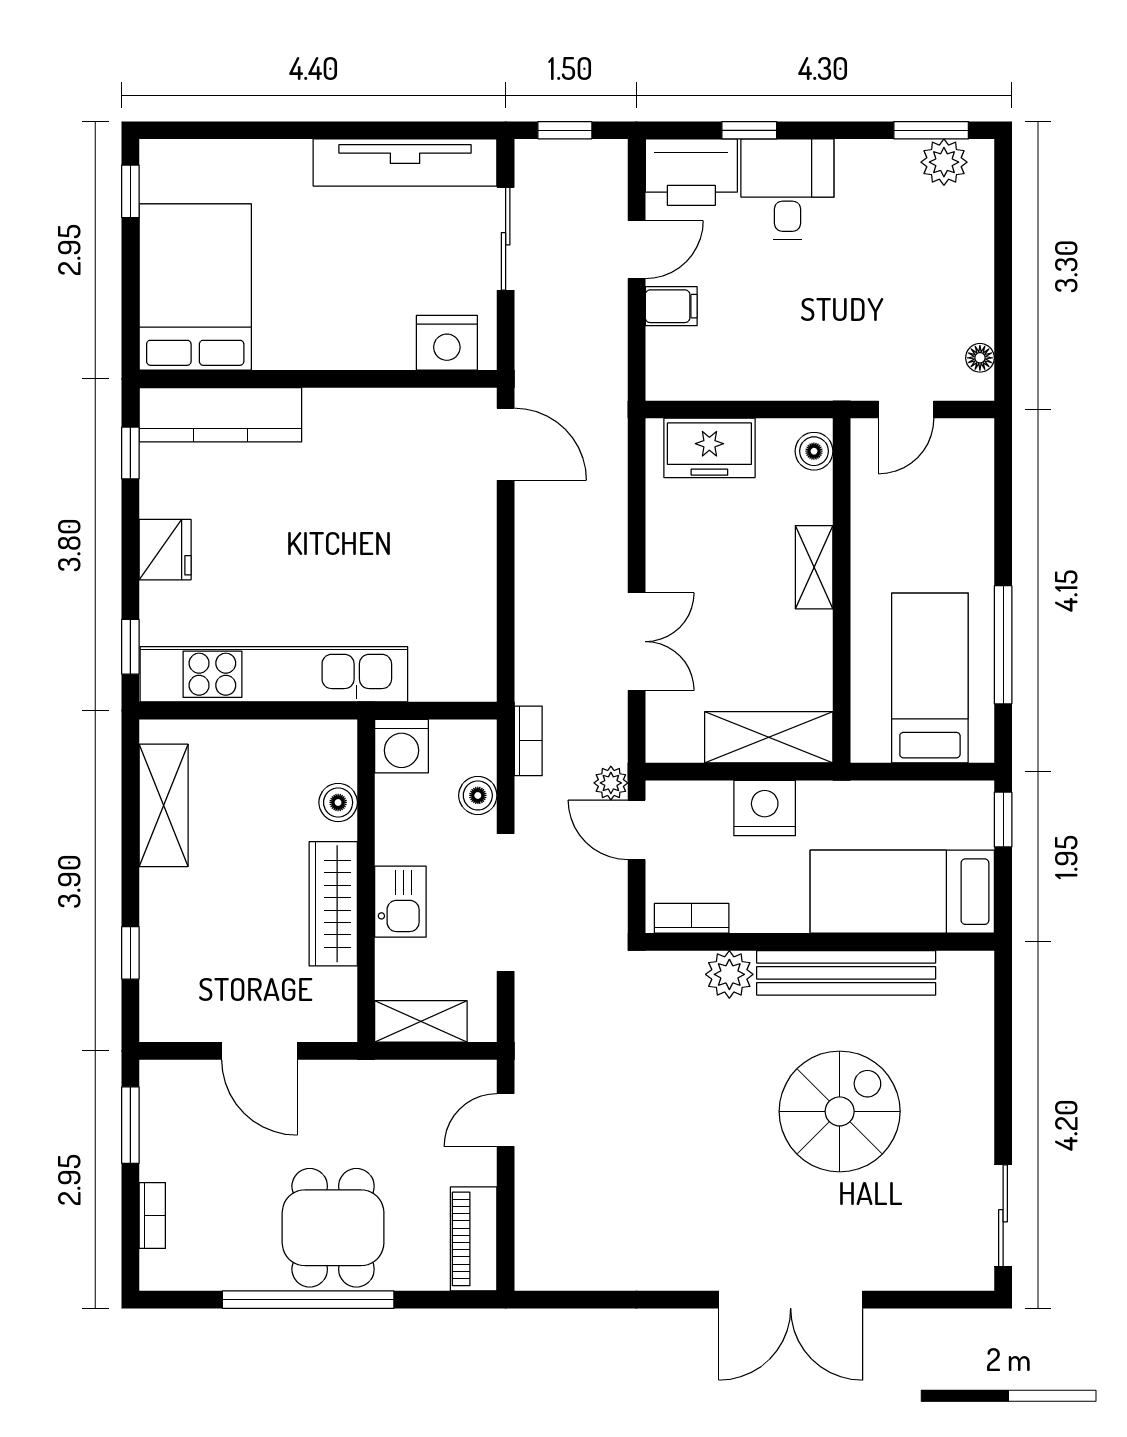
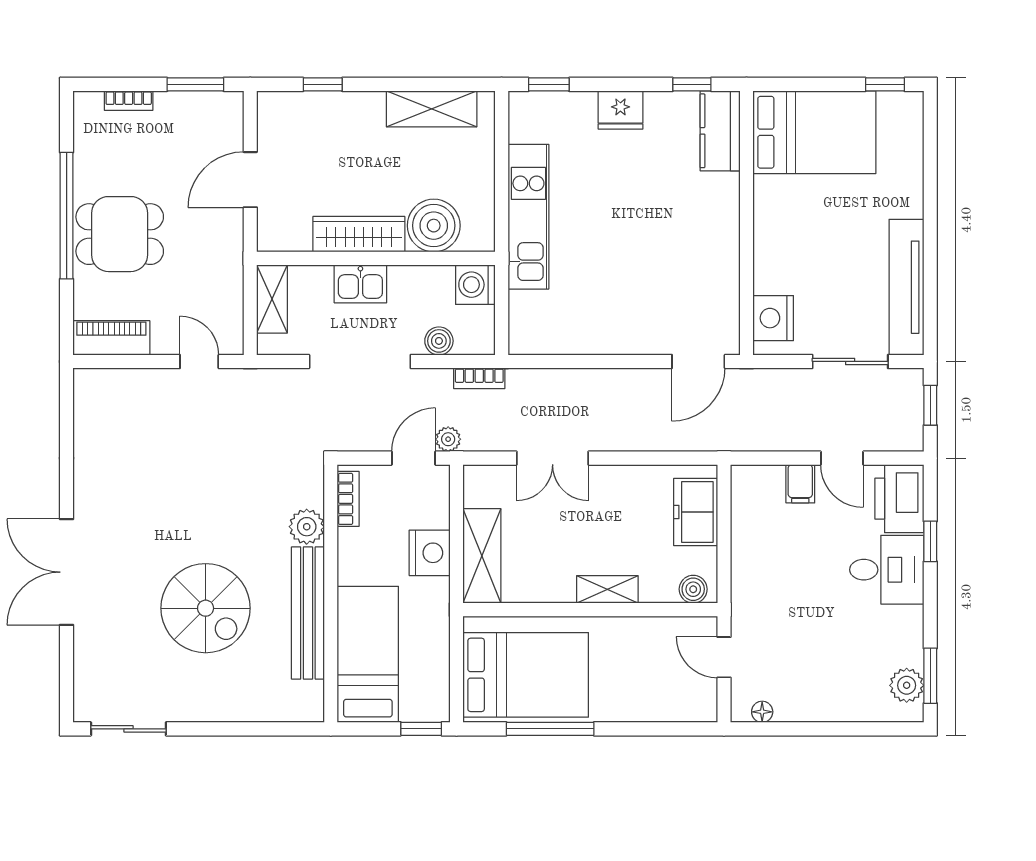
kitchen counter: (220, 415) -> (720, 131), width x0.67
kitchen unit: (274, 674) -> (528, 217), width x0.73
bed: (930, 678) -> (526, 675), width x1.50
boiler: (338, 802) -> (434, 226), width x1.86, depth x1.86

